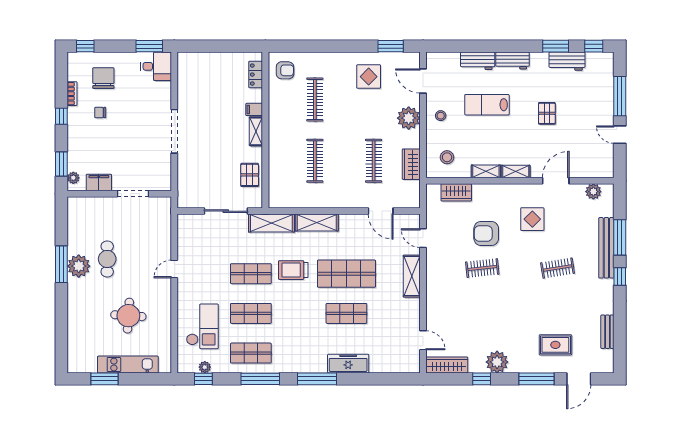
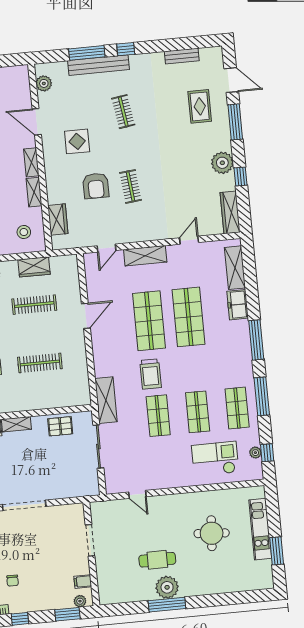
filing cabinet: (99, 182) -> (83, 582), width x0.50
door: (381, 211) -> (86, 316), moved
shelving: (317, 223) -> (235, 268), moved
door: (174, 269) -> (137, 494), moved
shop shelf: (346, 313) -> (188, 317), width x1.43, depth x1.36
door: (423, 340) -> (189, 240), moved
freezer: (348, 364) -> (238, 305), width x0.71

